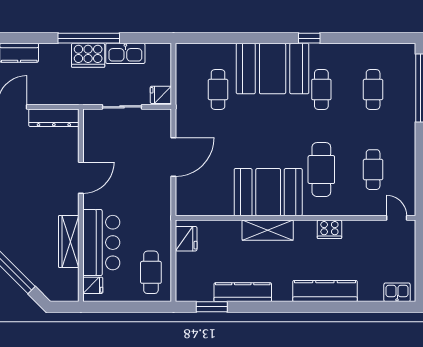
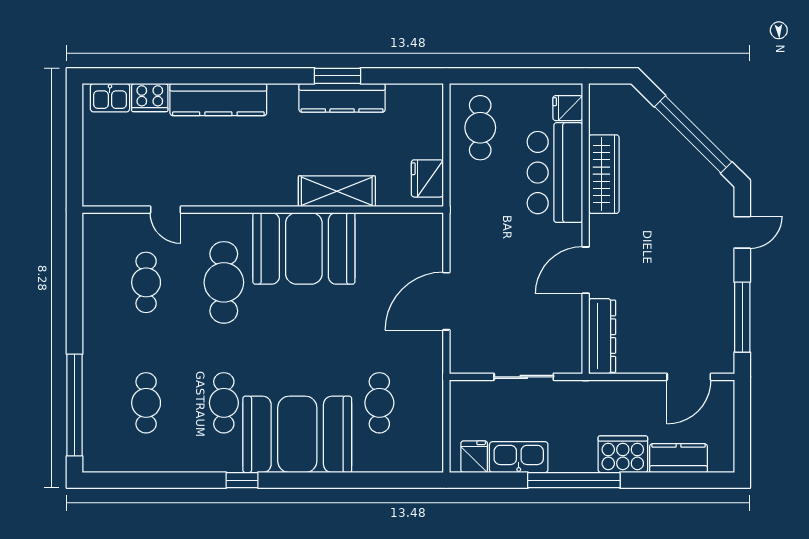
cooker: (88, 55) -> (623, 454), moved
fridge: (161, 95) -> (474, 457), moved, turned -90
dresser: (54, 118) -> (602, 336), moved, turned 90
door: (397, 218) -> (165, 210), moved
cooker: (329, 229) -> (150, 98), moved, turned 180
shelving: (268, 230) -> (337, 191), moved
window: (212, 307) -> (338, 76), moved

